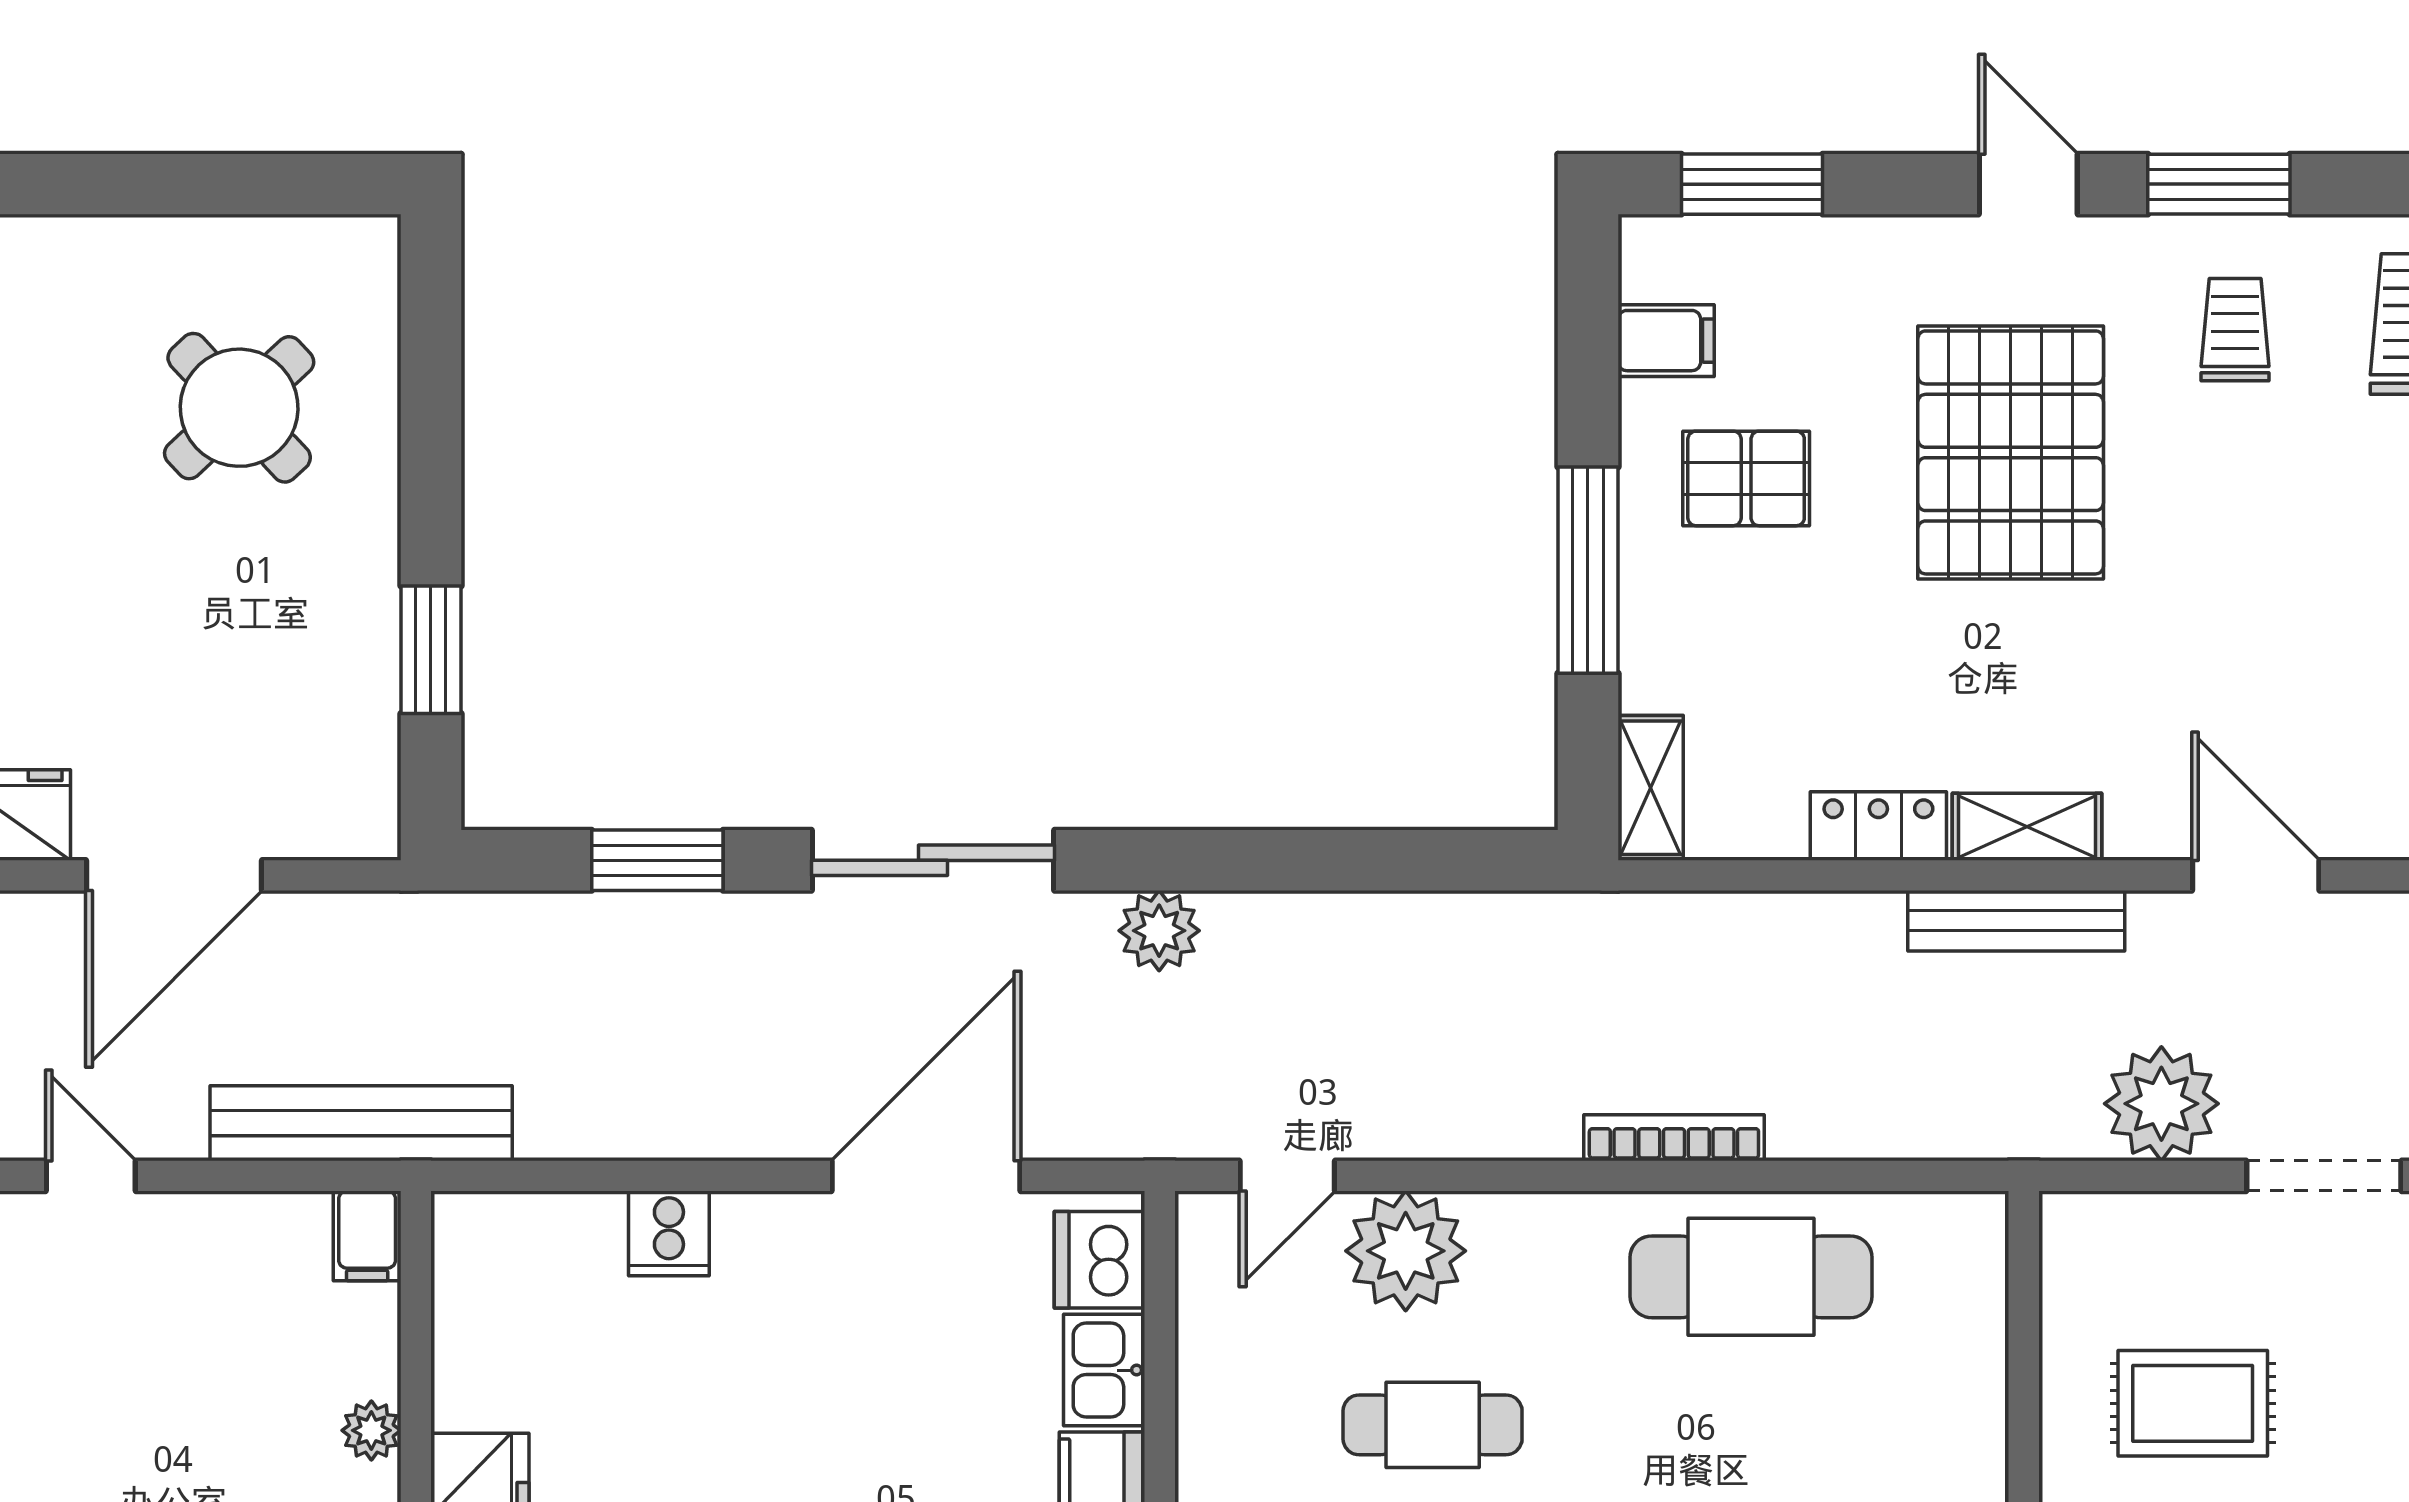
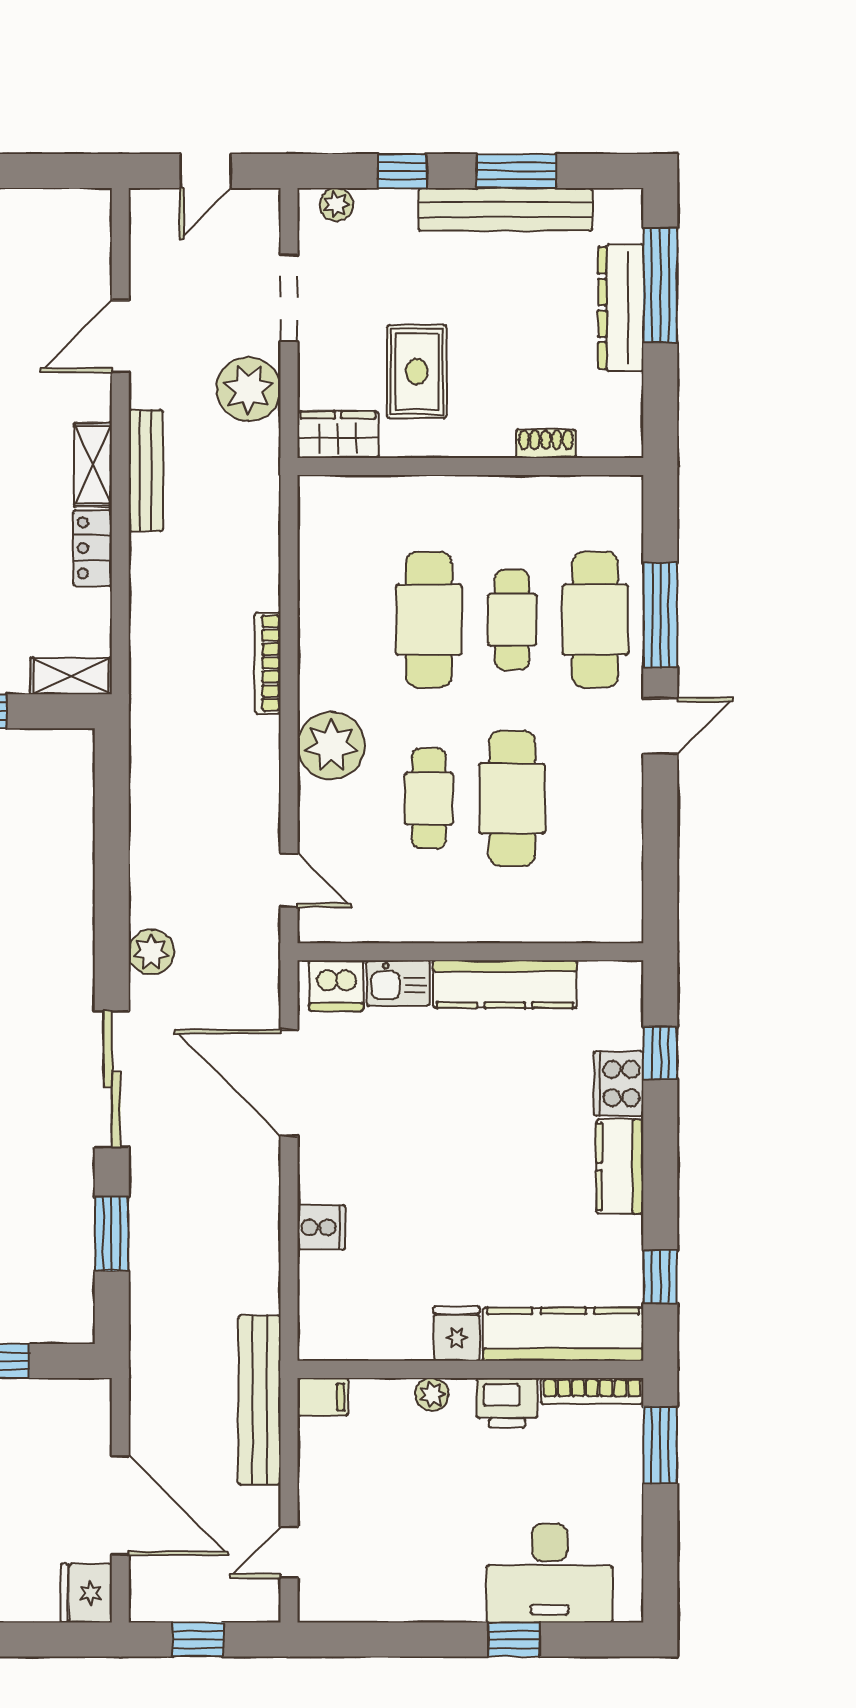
plant: (1406, 1251) -> (331, 745), moved
wardrobe: (2081, 1263) -> (338, 434), added
cafe table: (1751, 1277) -> (429, 620), moved

